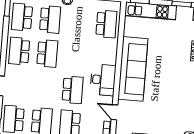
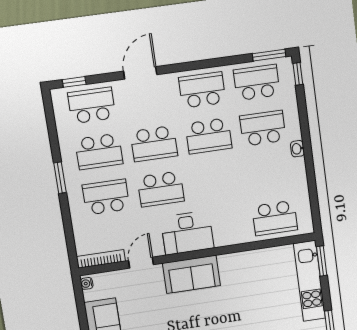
school desk: (50, 19) -> (263, 128), turned 180
sofa: (133, 69) -> (191, 274), width x0.54, depth x0.79
school desk: (45, 87) -> (154, 144), added

